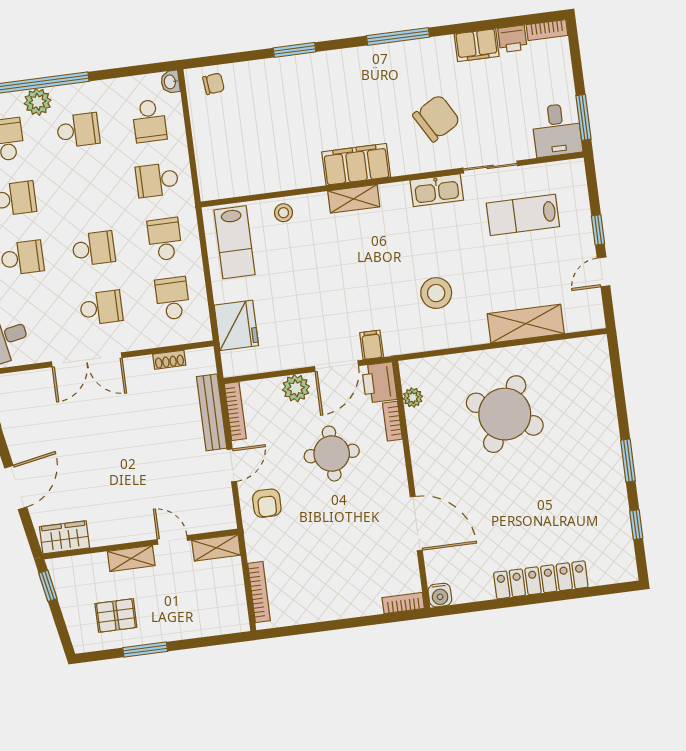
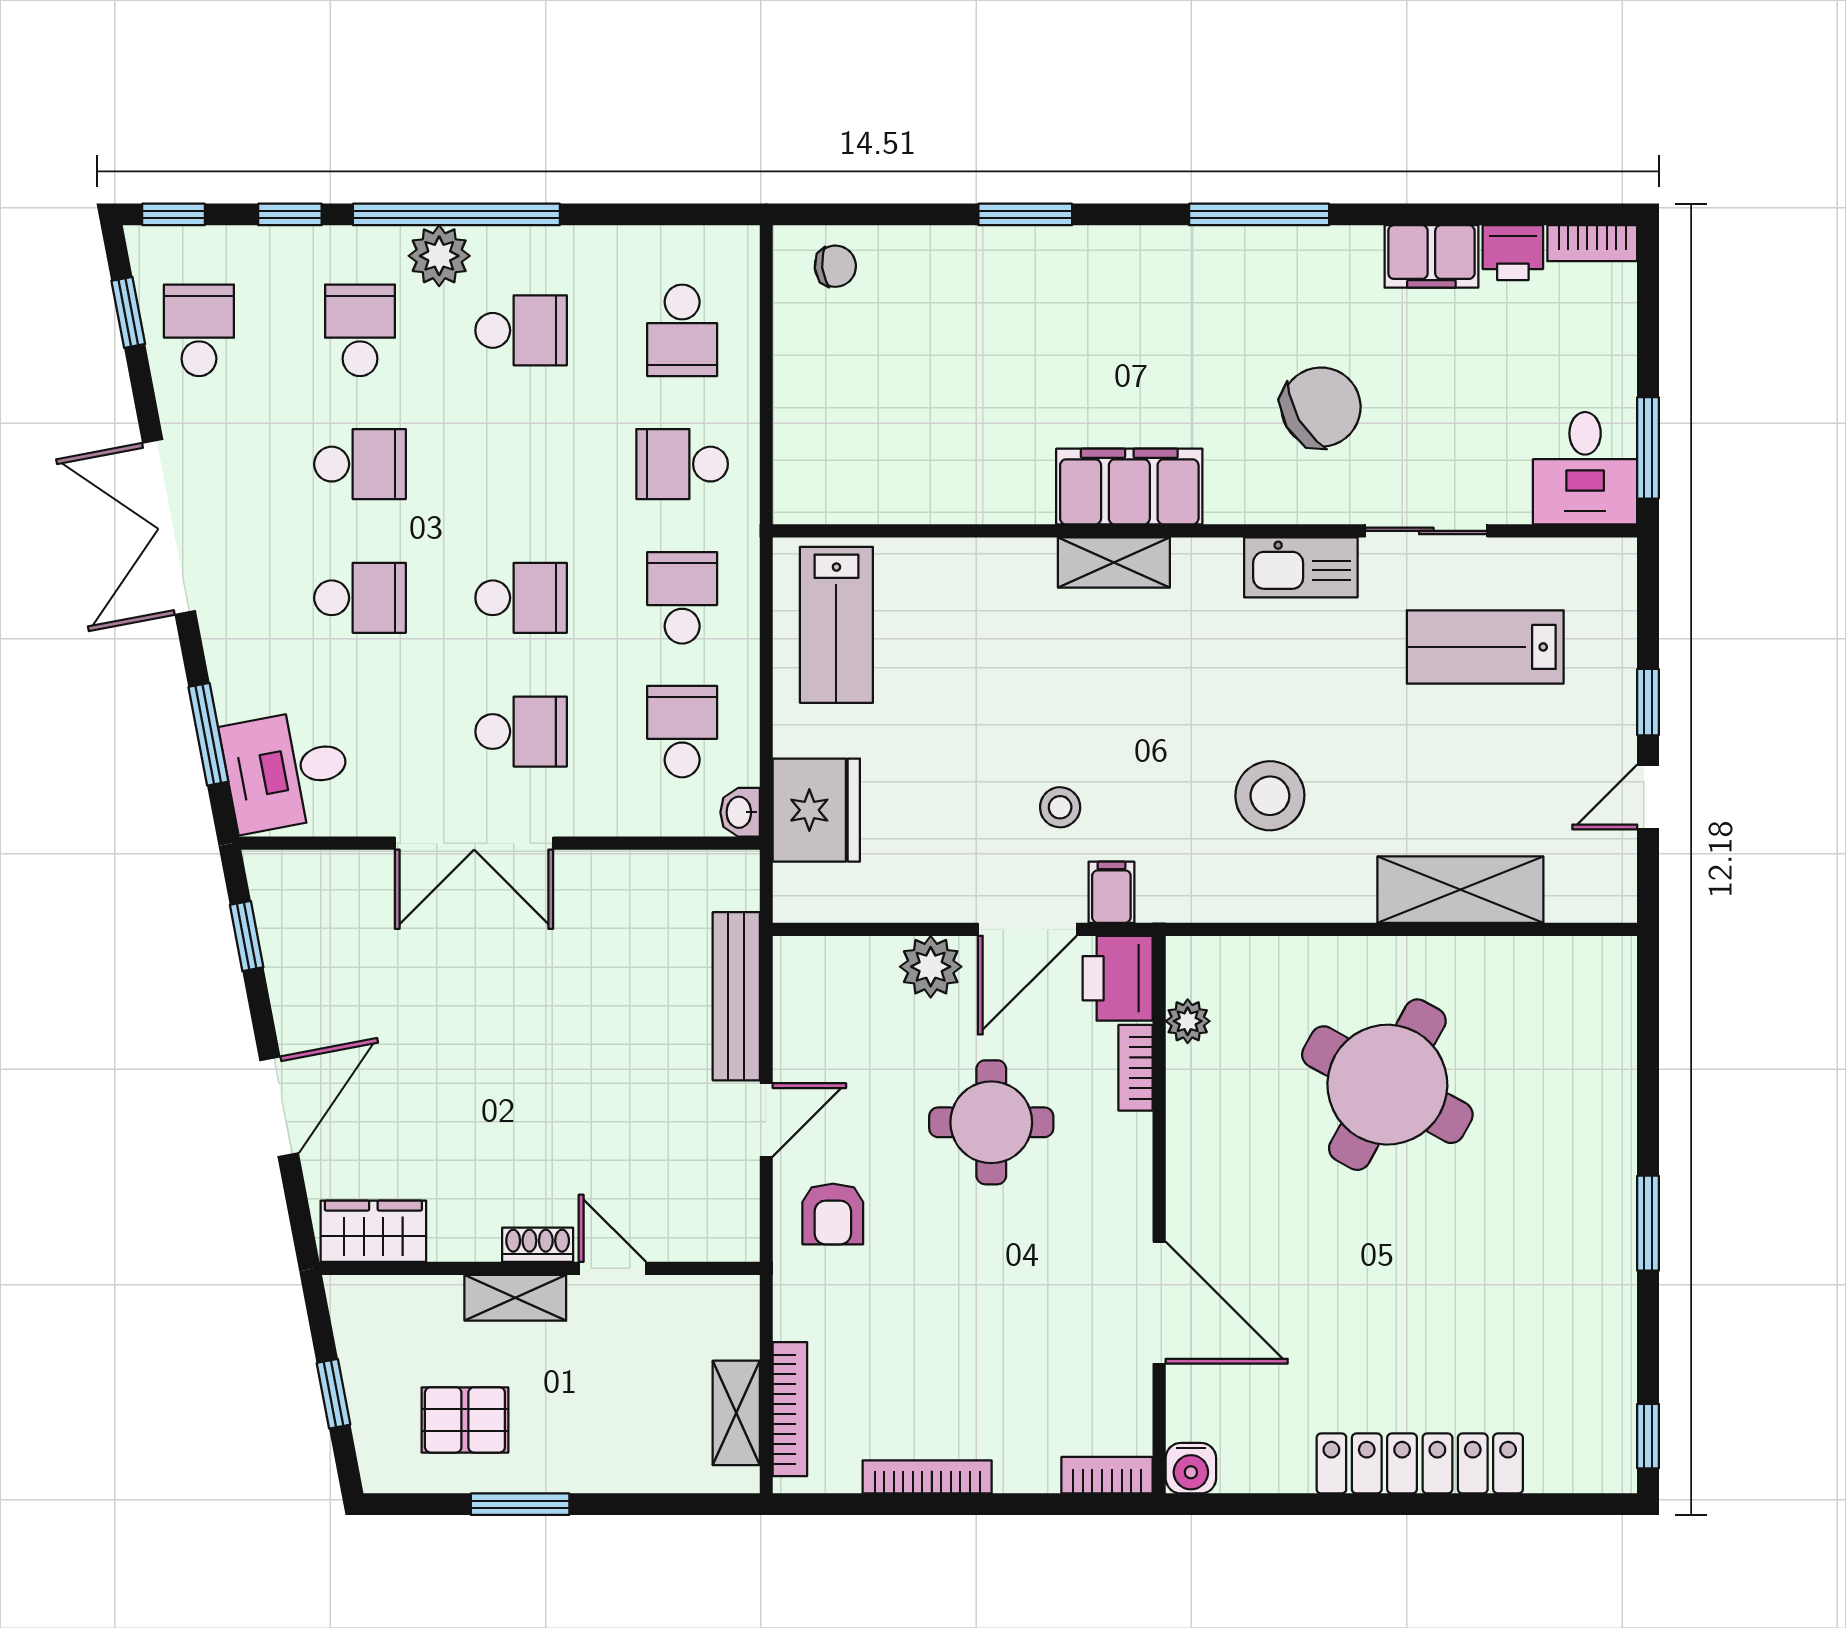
washbasin: (170, 82) -> (740, 812), moved
stool: (283, 213) -> (1060, 807), moved
shoe rack: (169, 360) -> (538, 1245), moved, turned 180
bookcase: (235, 411) -> (927, 1477), moved, turned -90
window: (636, 525) -> (1648, 1436), moved
shelving: (216, 548) -> (736, 1413), moved, turned 90
window: (48, 586) -> (334, 1394), moved

